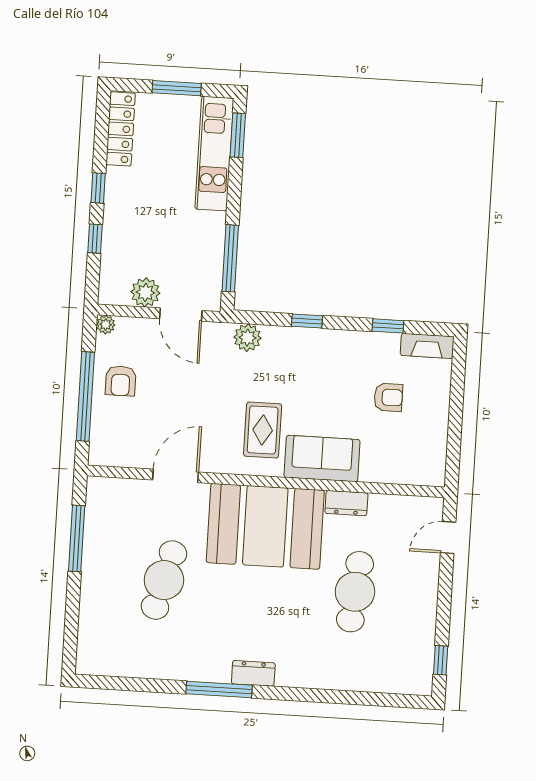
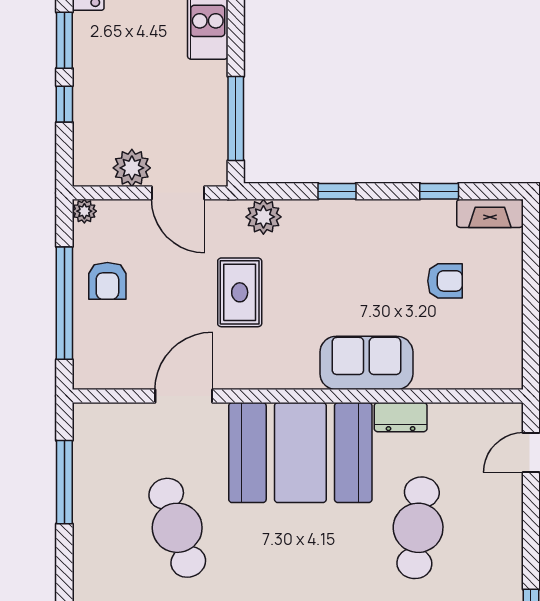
window: (98, 188) -> (64, 40), width x1.50
rug: (263, 430) -> (240, 292), moved
cafe table: (164, 580) -> (177, 528), turned -33

